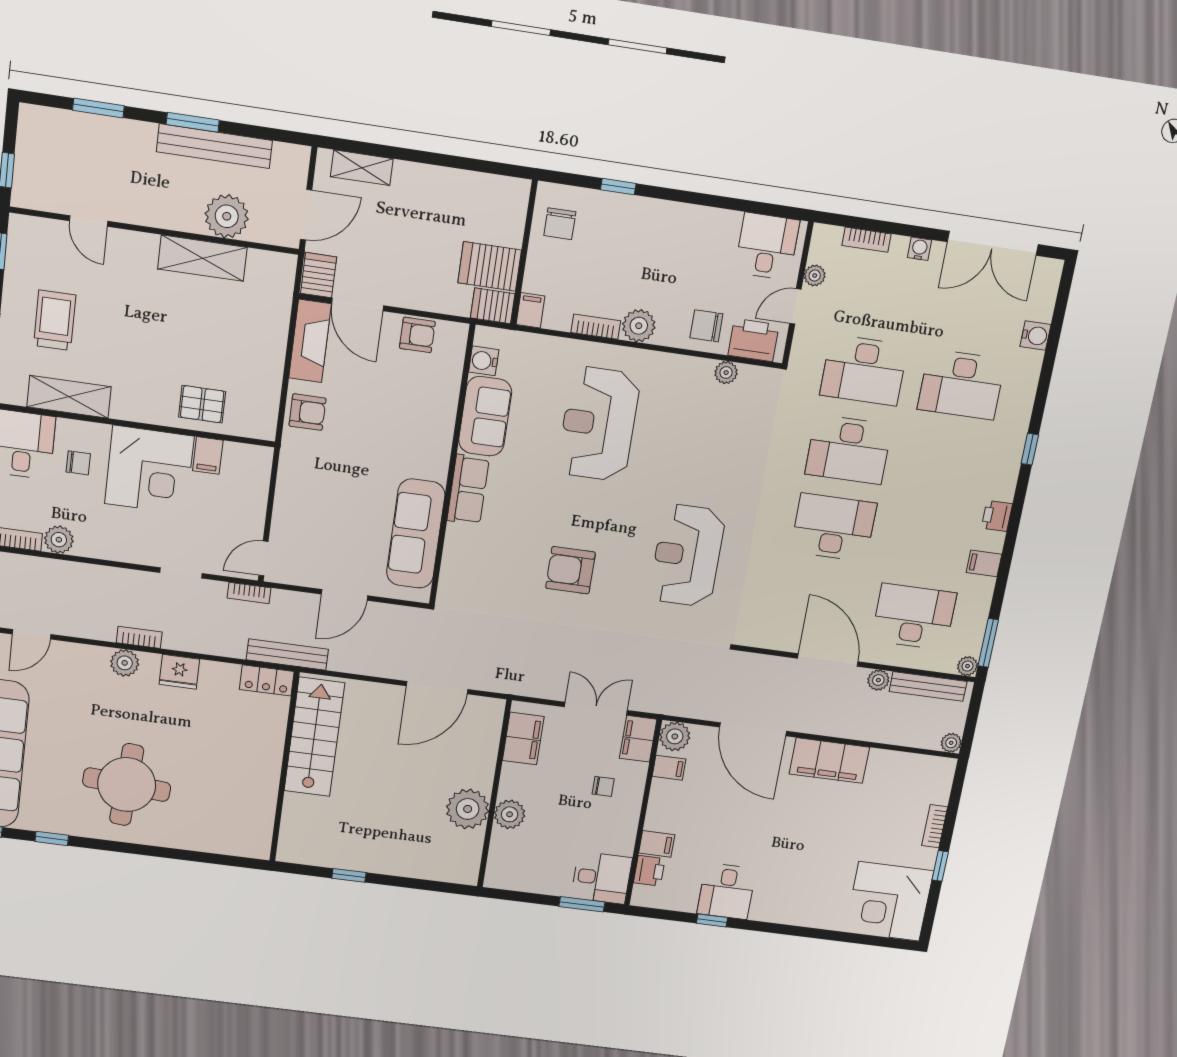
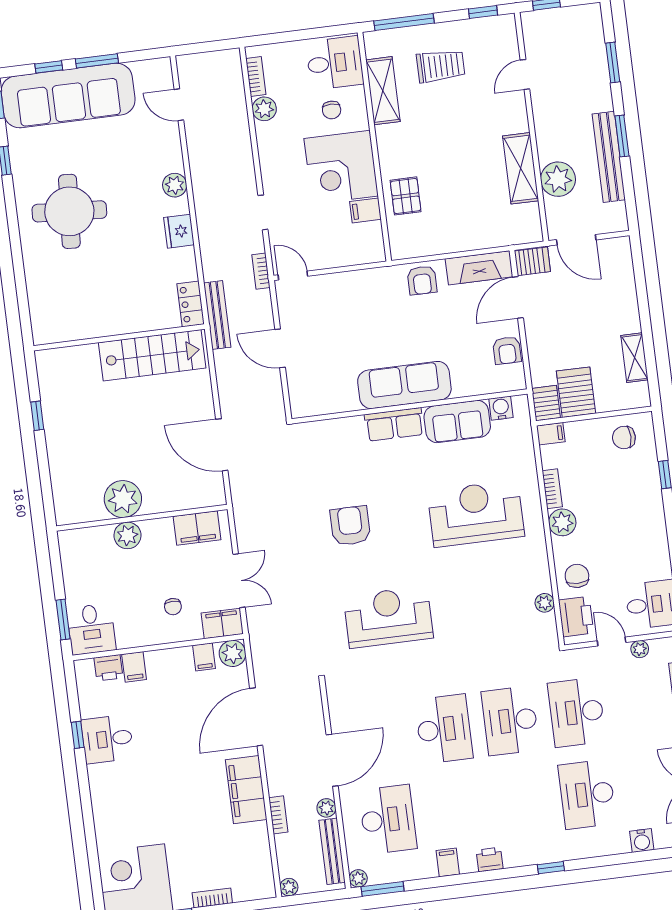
shelving: (362, 168) -> (634, 358), moved
sofa: (416, 534) -> (404, 385), moved
bookcase: (139, 637) -> (278, 815), moved

